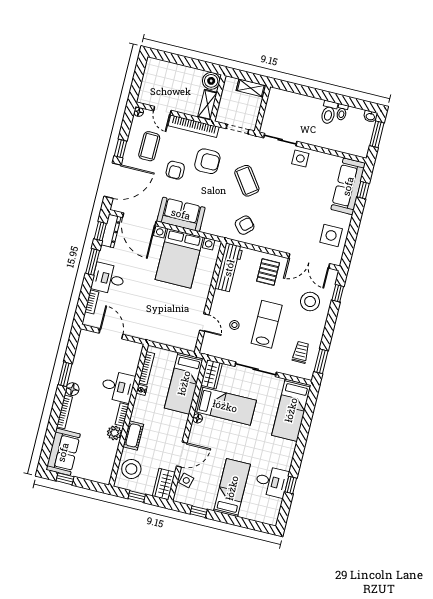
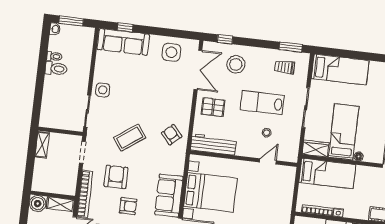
boiler: (211, 81) -> (38, 204), moved
wall: (218, 98) -> (53, 195), moved
shelving: (207, 105) -> (60, 204), moved

